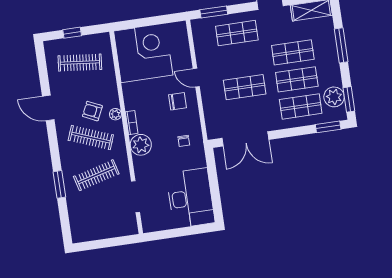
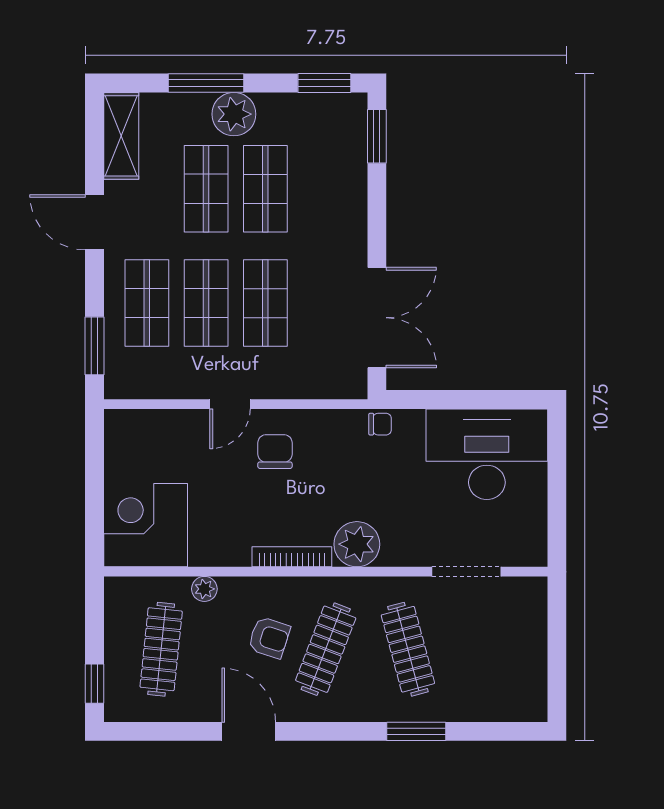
window: (72, 33) -> (95, 684), moved
corner desk: (143, 53) -> (146, 525), width x0.74, depth x0.74
plant: (334, 97) -> (234, 114), moved
shop shelf: (301, 106) -> (206, 303), moved
door: (48, 108) -> (249, 731), swing flipped
armchair: (92, 111) -> (269, 638), turned -97
plant: (115, 114) -> (204, 589), moved
bookcase: (132, 123) -> (292, 557), width x1.56
chair: (184, 141) -> (380, 424), moved

